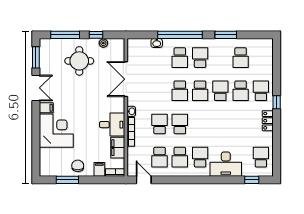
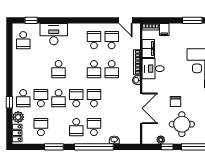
plant: (267, 69) -> (18, 117), added
window: (277, 102) -> (9, 102), moved
locker: (268, 121) -> (17, 133), moved
school desk: (200, 157) -> (59, 69), moved
chair: (78, 166) -> (175, 102), moved

